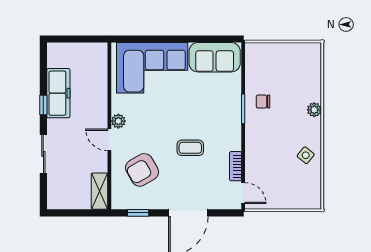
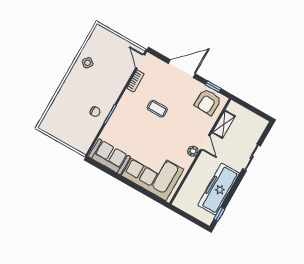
freezer: (58, 93) -> (219, 189), width x1.36, depth x1.26
window: (43, 105) -> (219, 214), moved
plant: (314, 110) -> (66, 88), removed
armchair: (142, 170) -> (208, 102), moved, turned 122
shelving: (99, 191) -> (224, 124), moved

